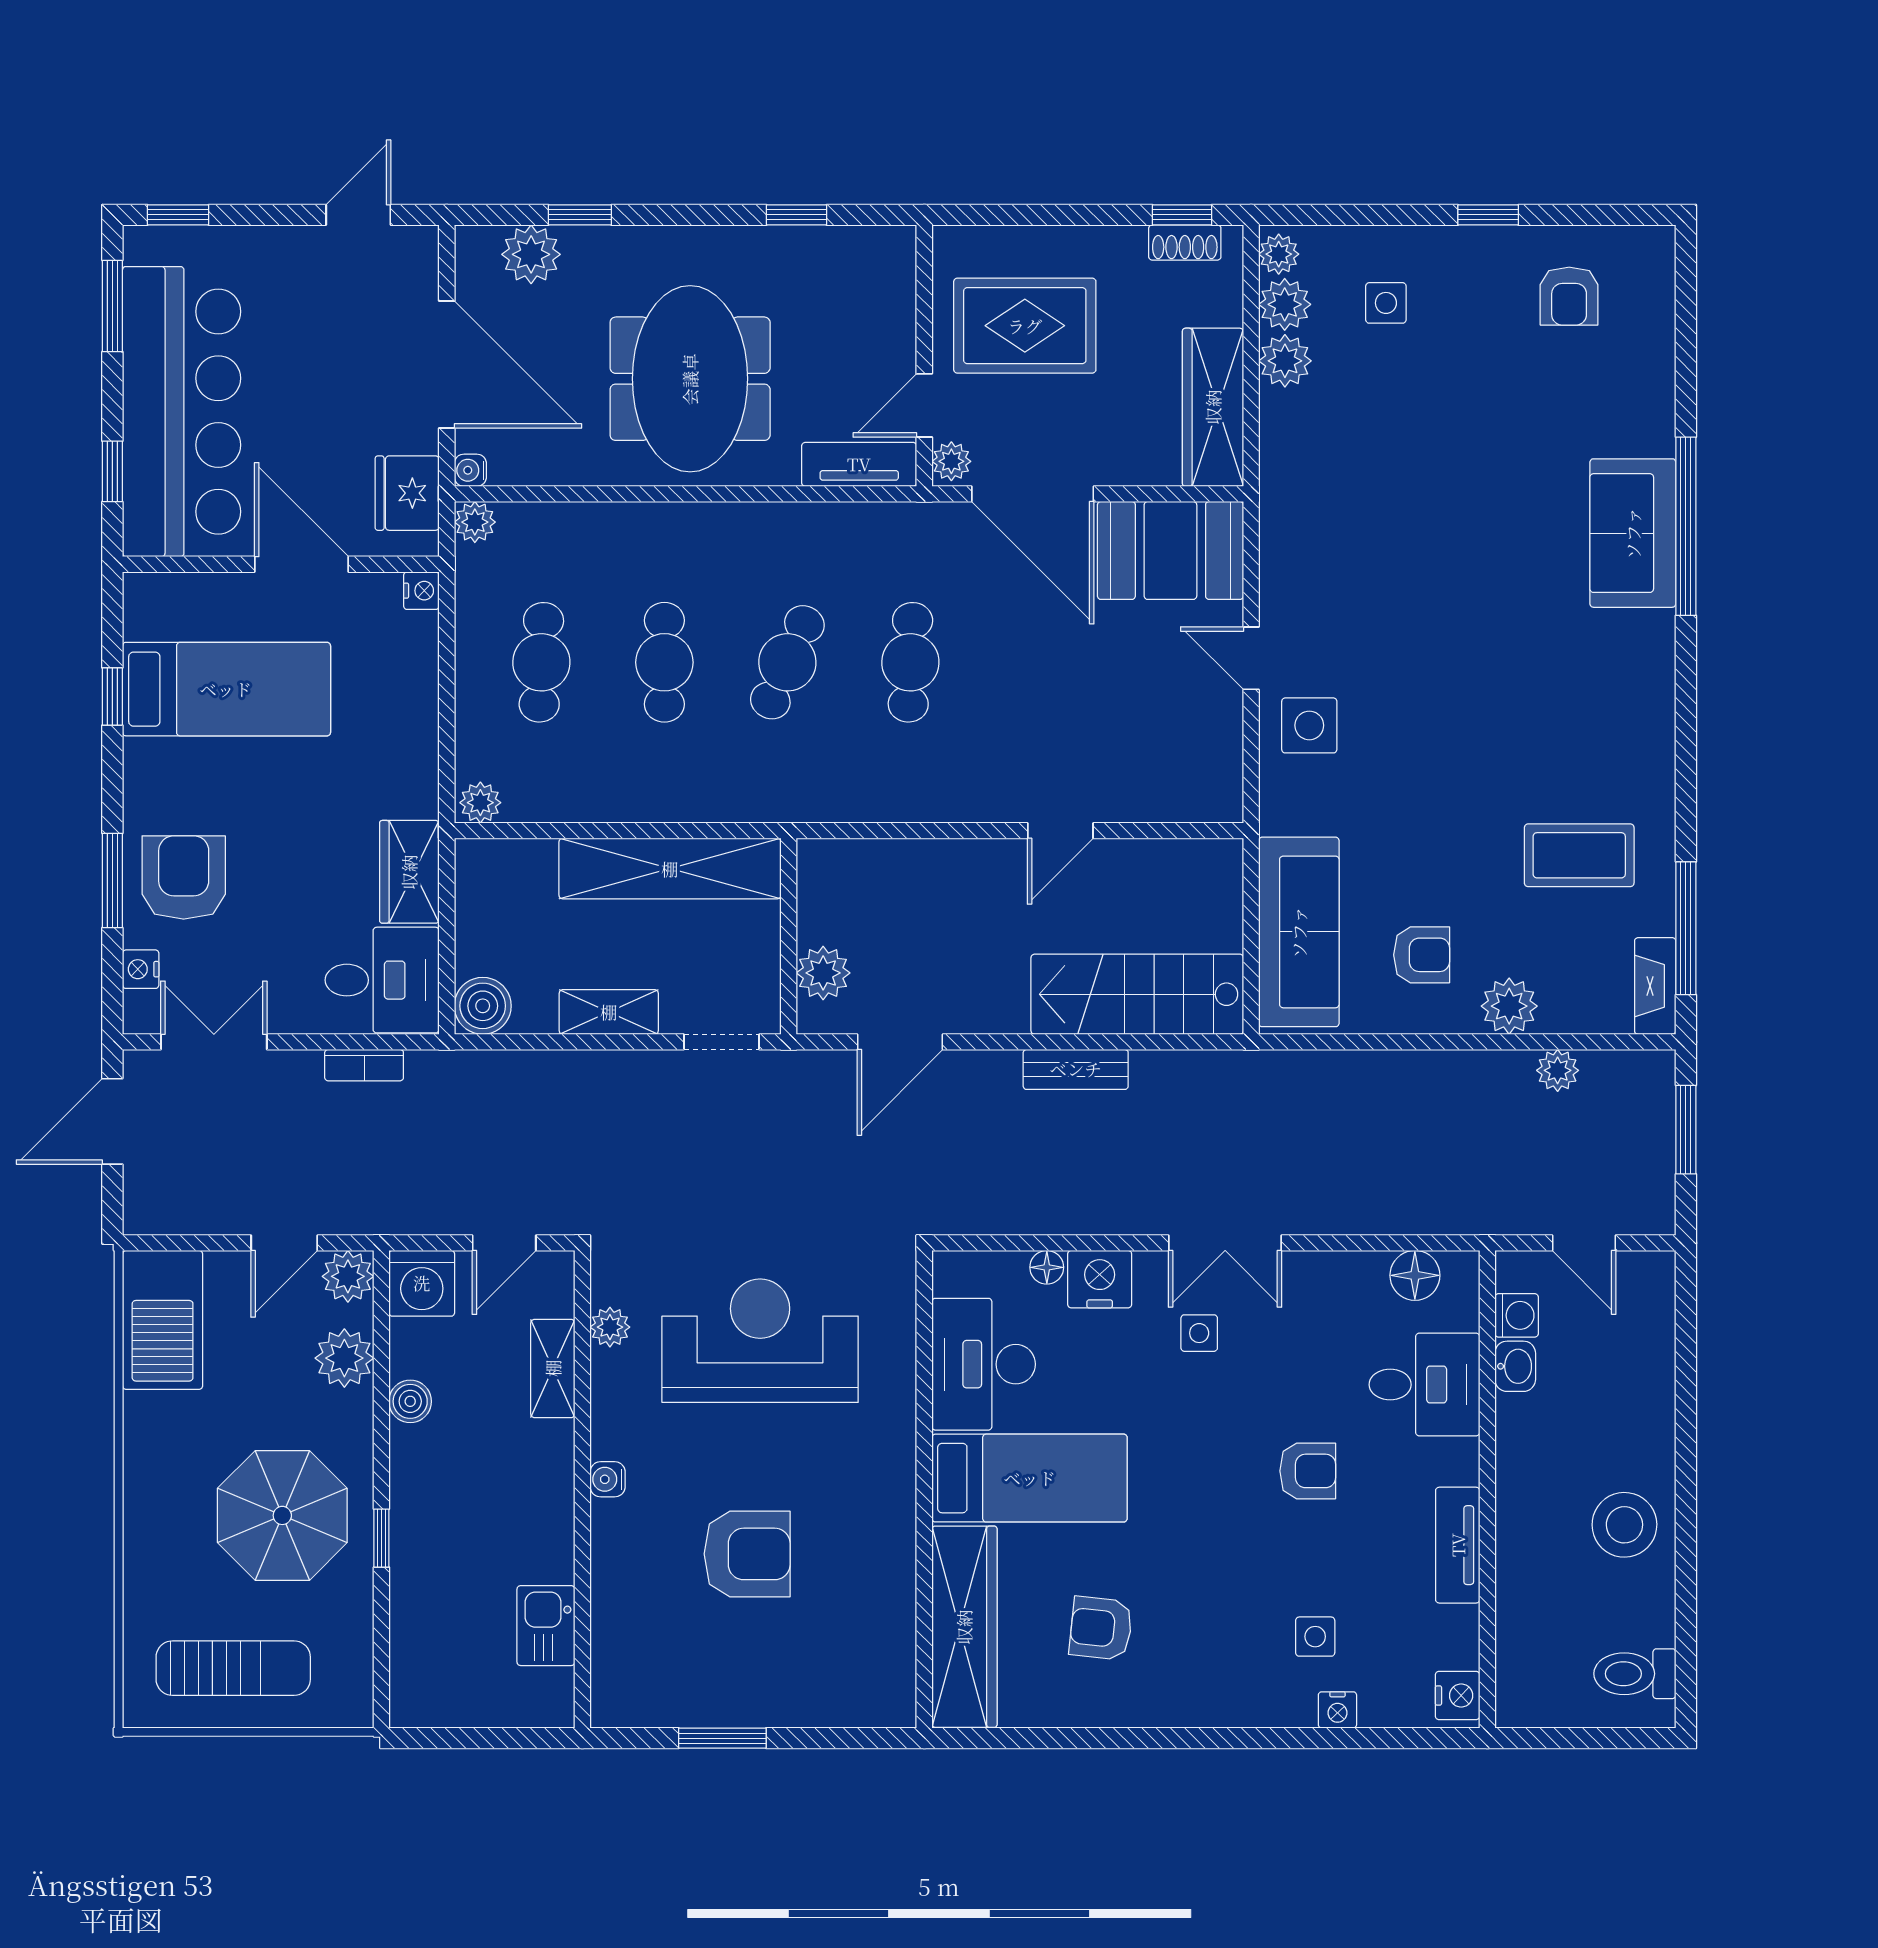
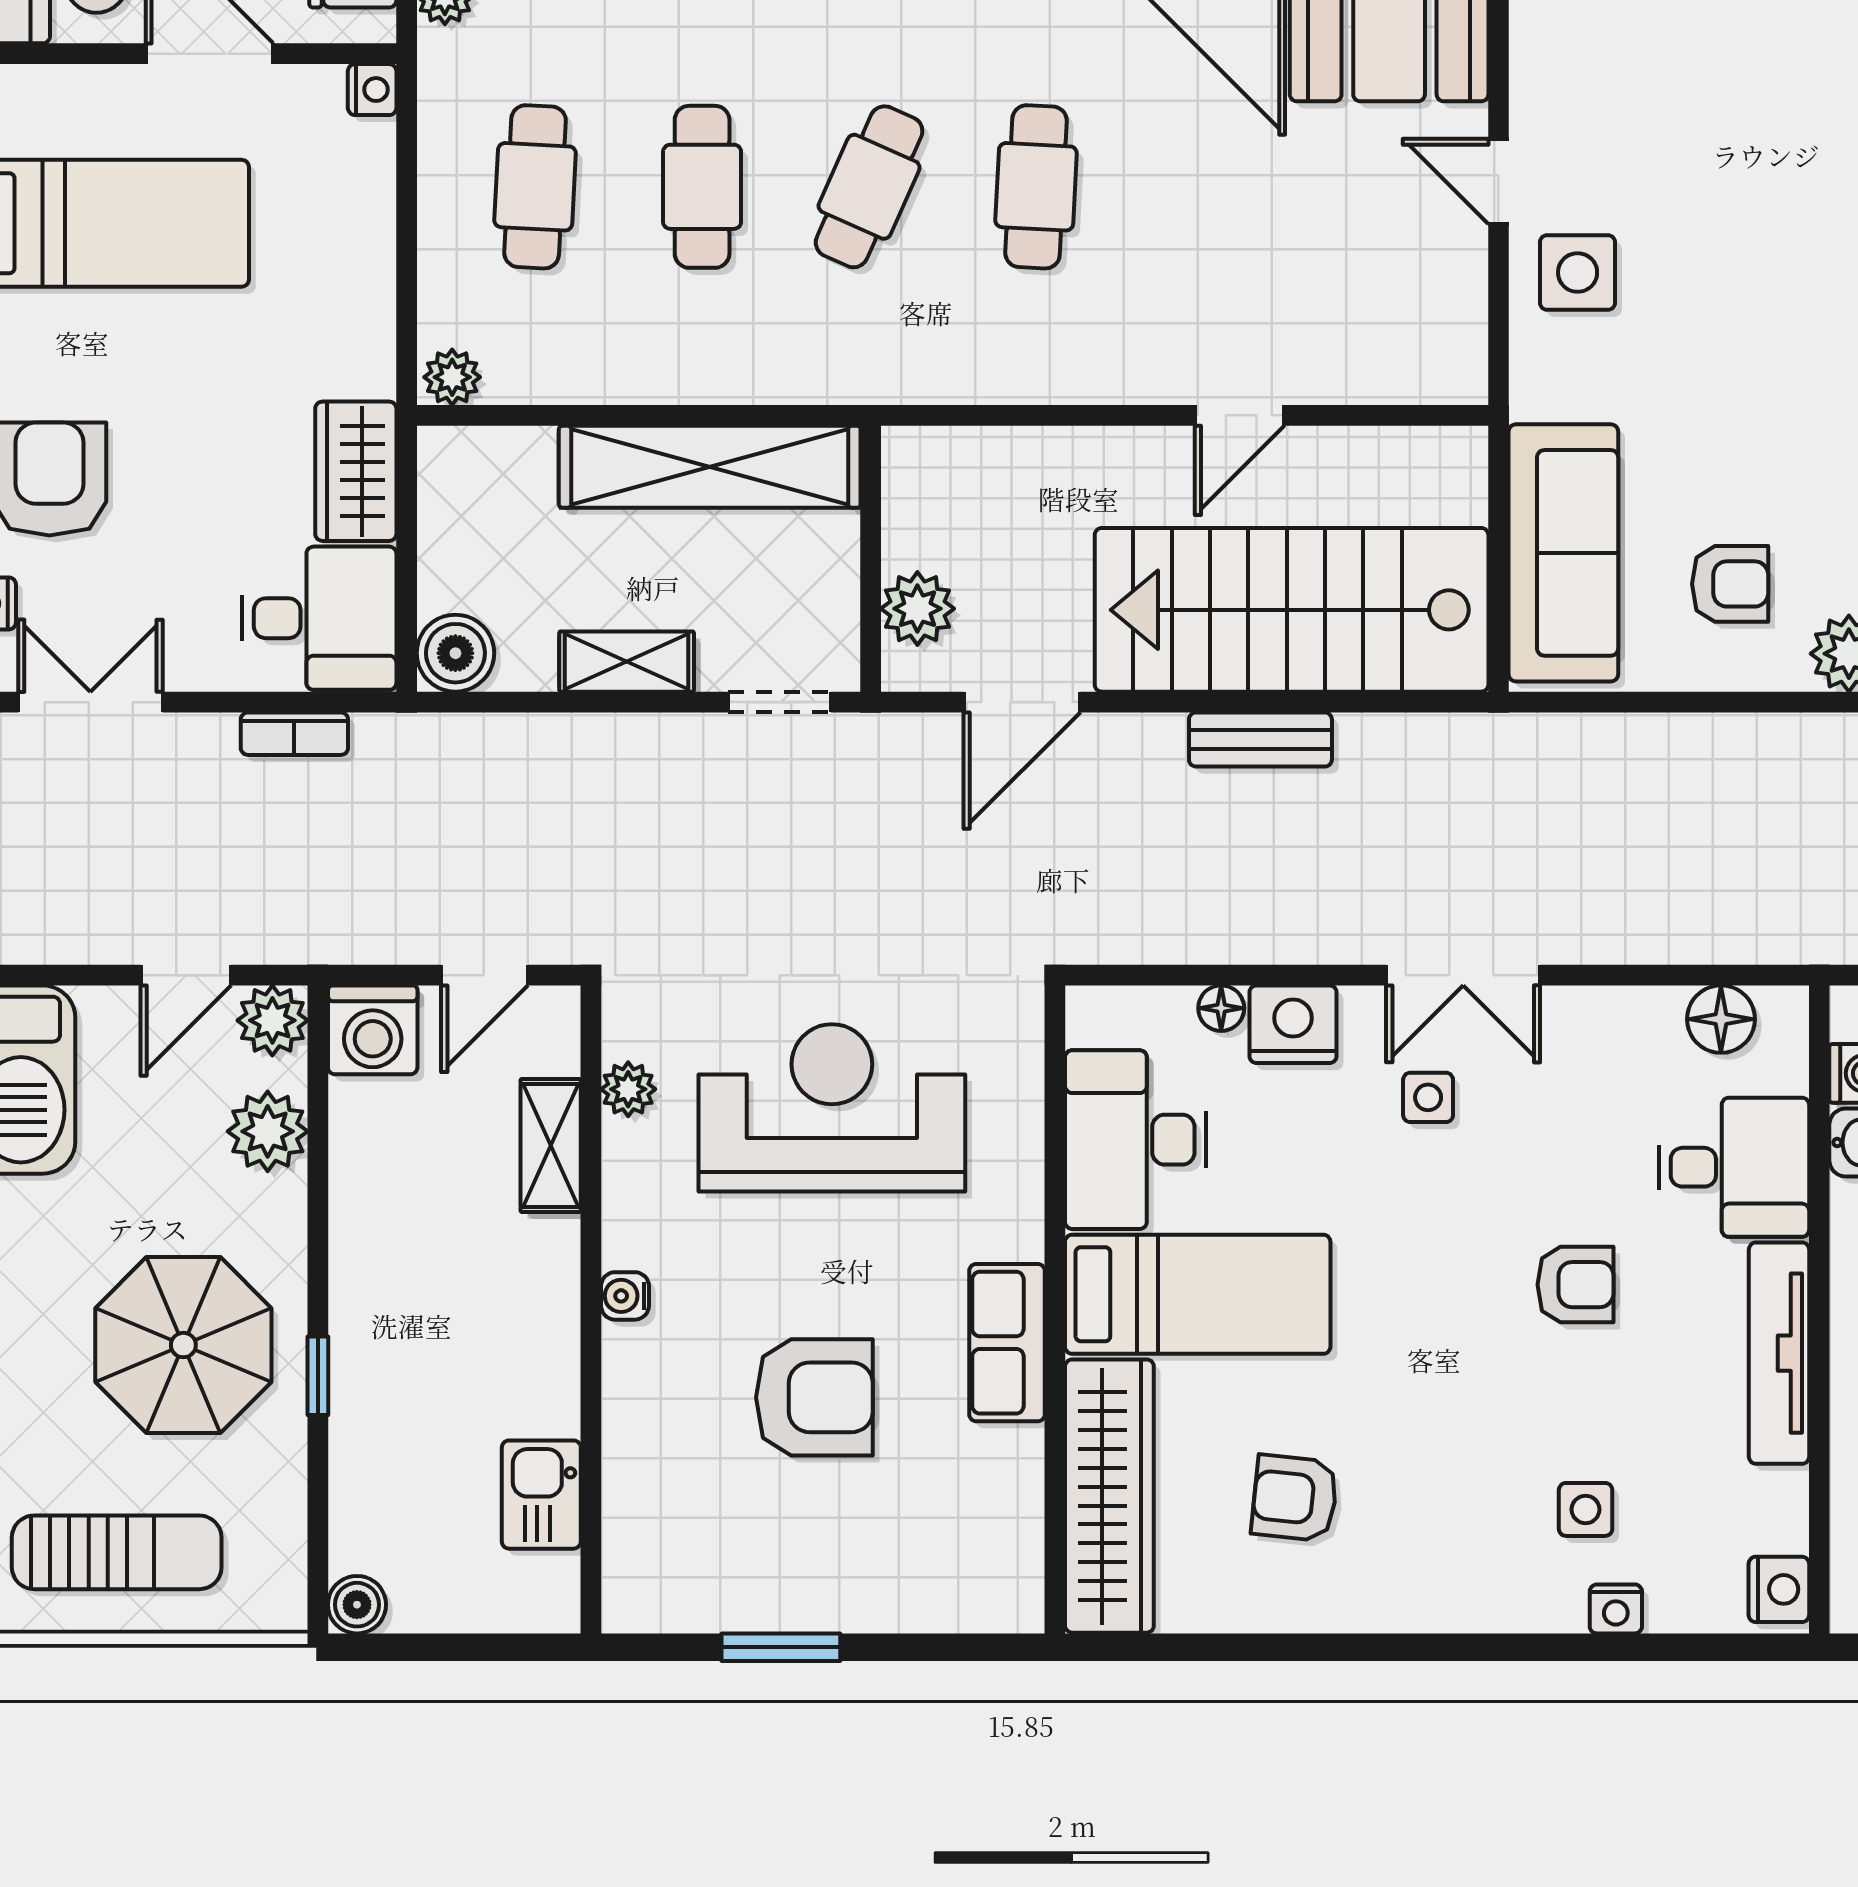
stairs: (1137, 994) -> (1292, 610), width x1.36, depth x1.51
boiler: (410, 1401) -> (357, 1605), moved
row of seats: (889, 1514) -> (1007, 1343), added
tv unit: (1458, 1545) -> (1779, 1353), width x1.41

